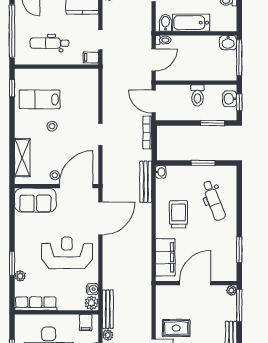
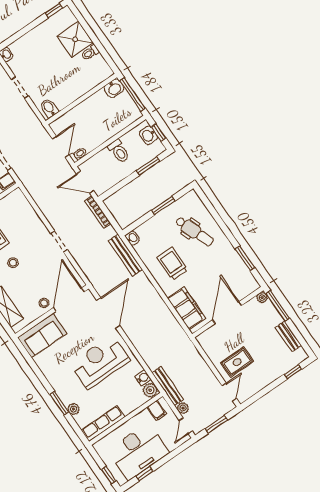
bathtub: (191, 23) -> (71, 93), removed
toilet: (163, 40) -> (78, 155), moved

